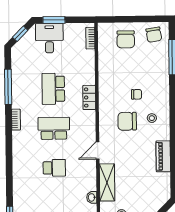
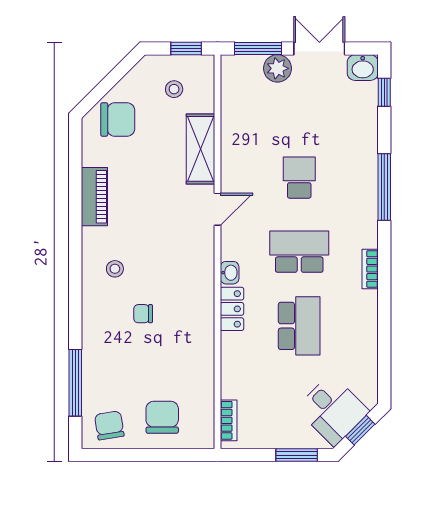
desk: (49, 38) -> (333, 410), moved, turned -45
window: (8, 87) -> (384, 187), moved
chair: (127, 121) -> (118, 119), moved
school desk: (54, 128) -> (299, 252), turned 180
school desk: (54, 168) -> (299, 178), turned 90
washbasin: (92, 197) -> (230, 273), moved

